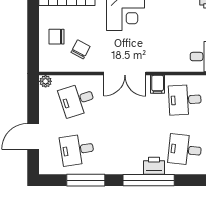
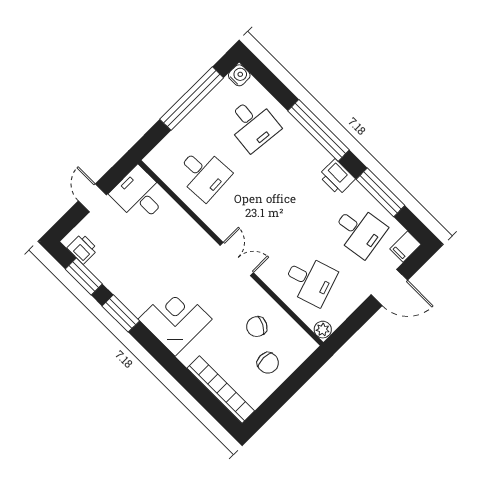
double door: (125, 74) -> (237, 259), width x0.73
filing cabinet: (158, 84) -> (405, 247), moved, turned 180
printer: (154, 166) -> (337, 177), moved

